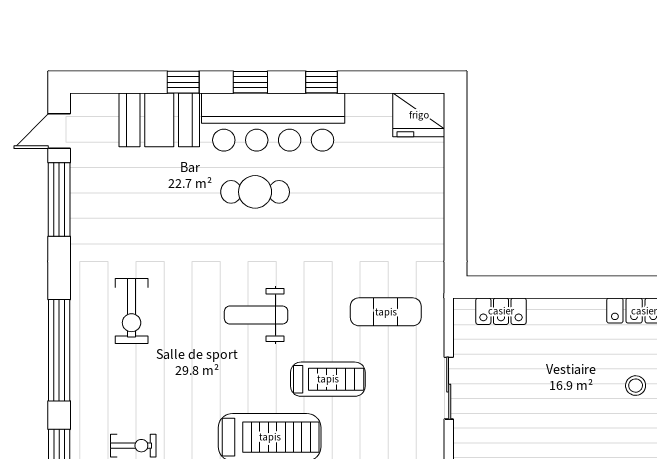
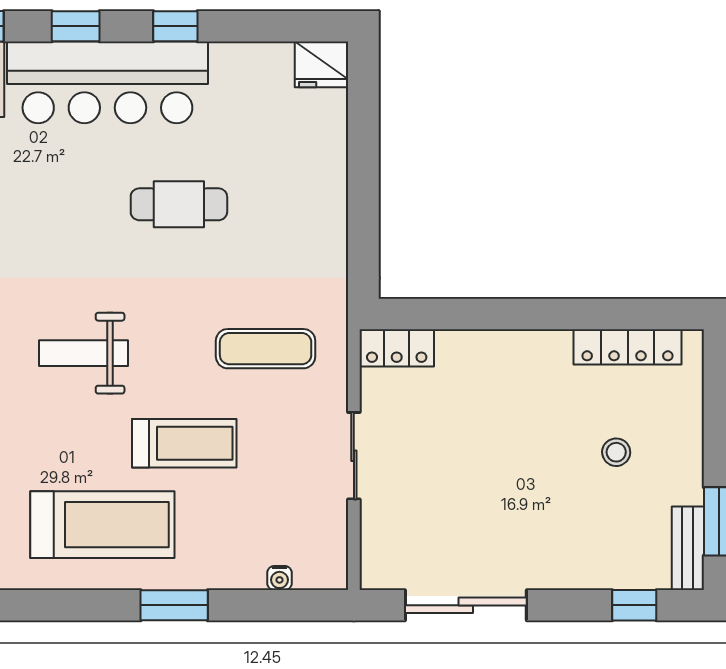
fridge: (419, 115) -> (322, 64), width x0.73, depth x0.75
cafe table: (255, 192) -> (179, 204), moved
locker: (501, 311) -> (397, 348), moved

